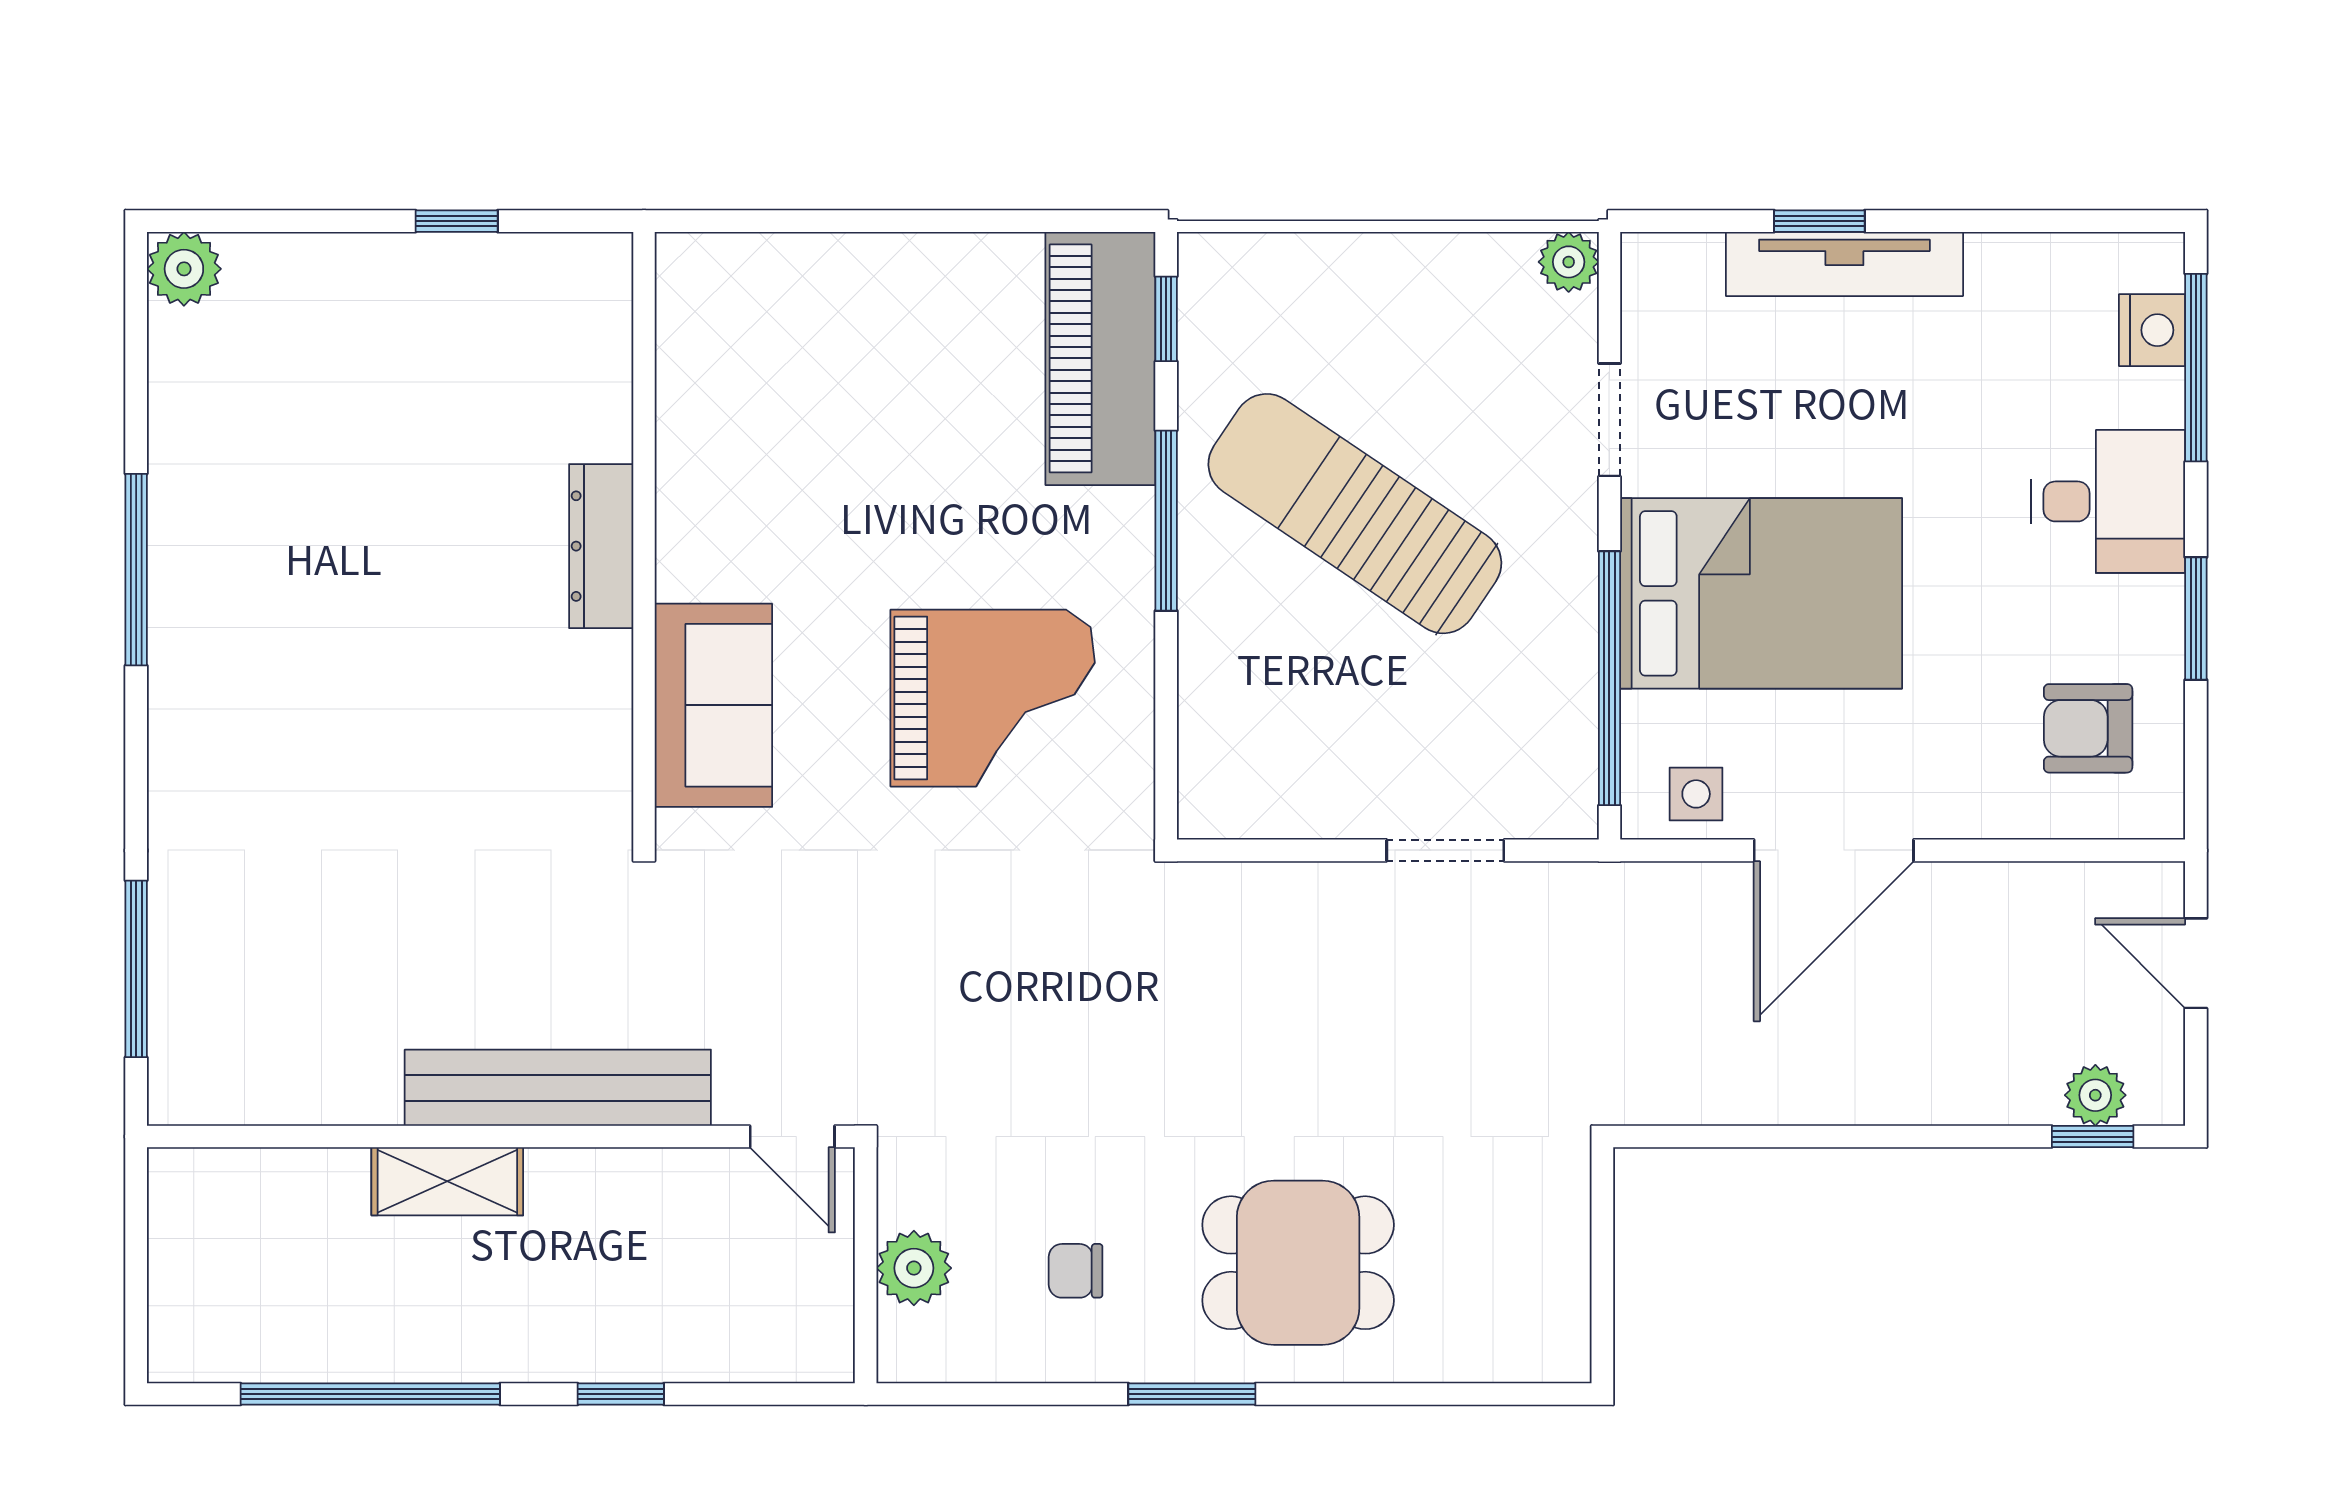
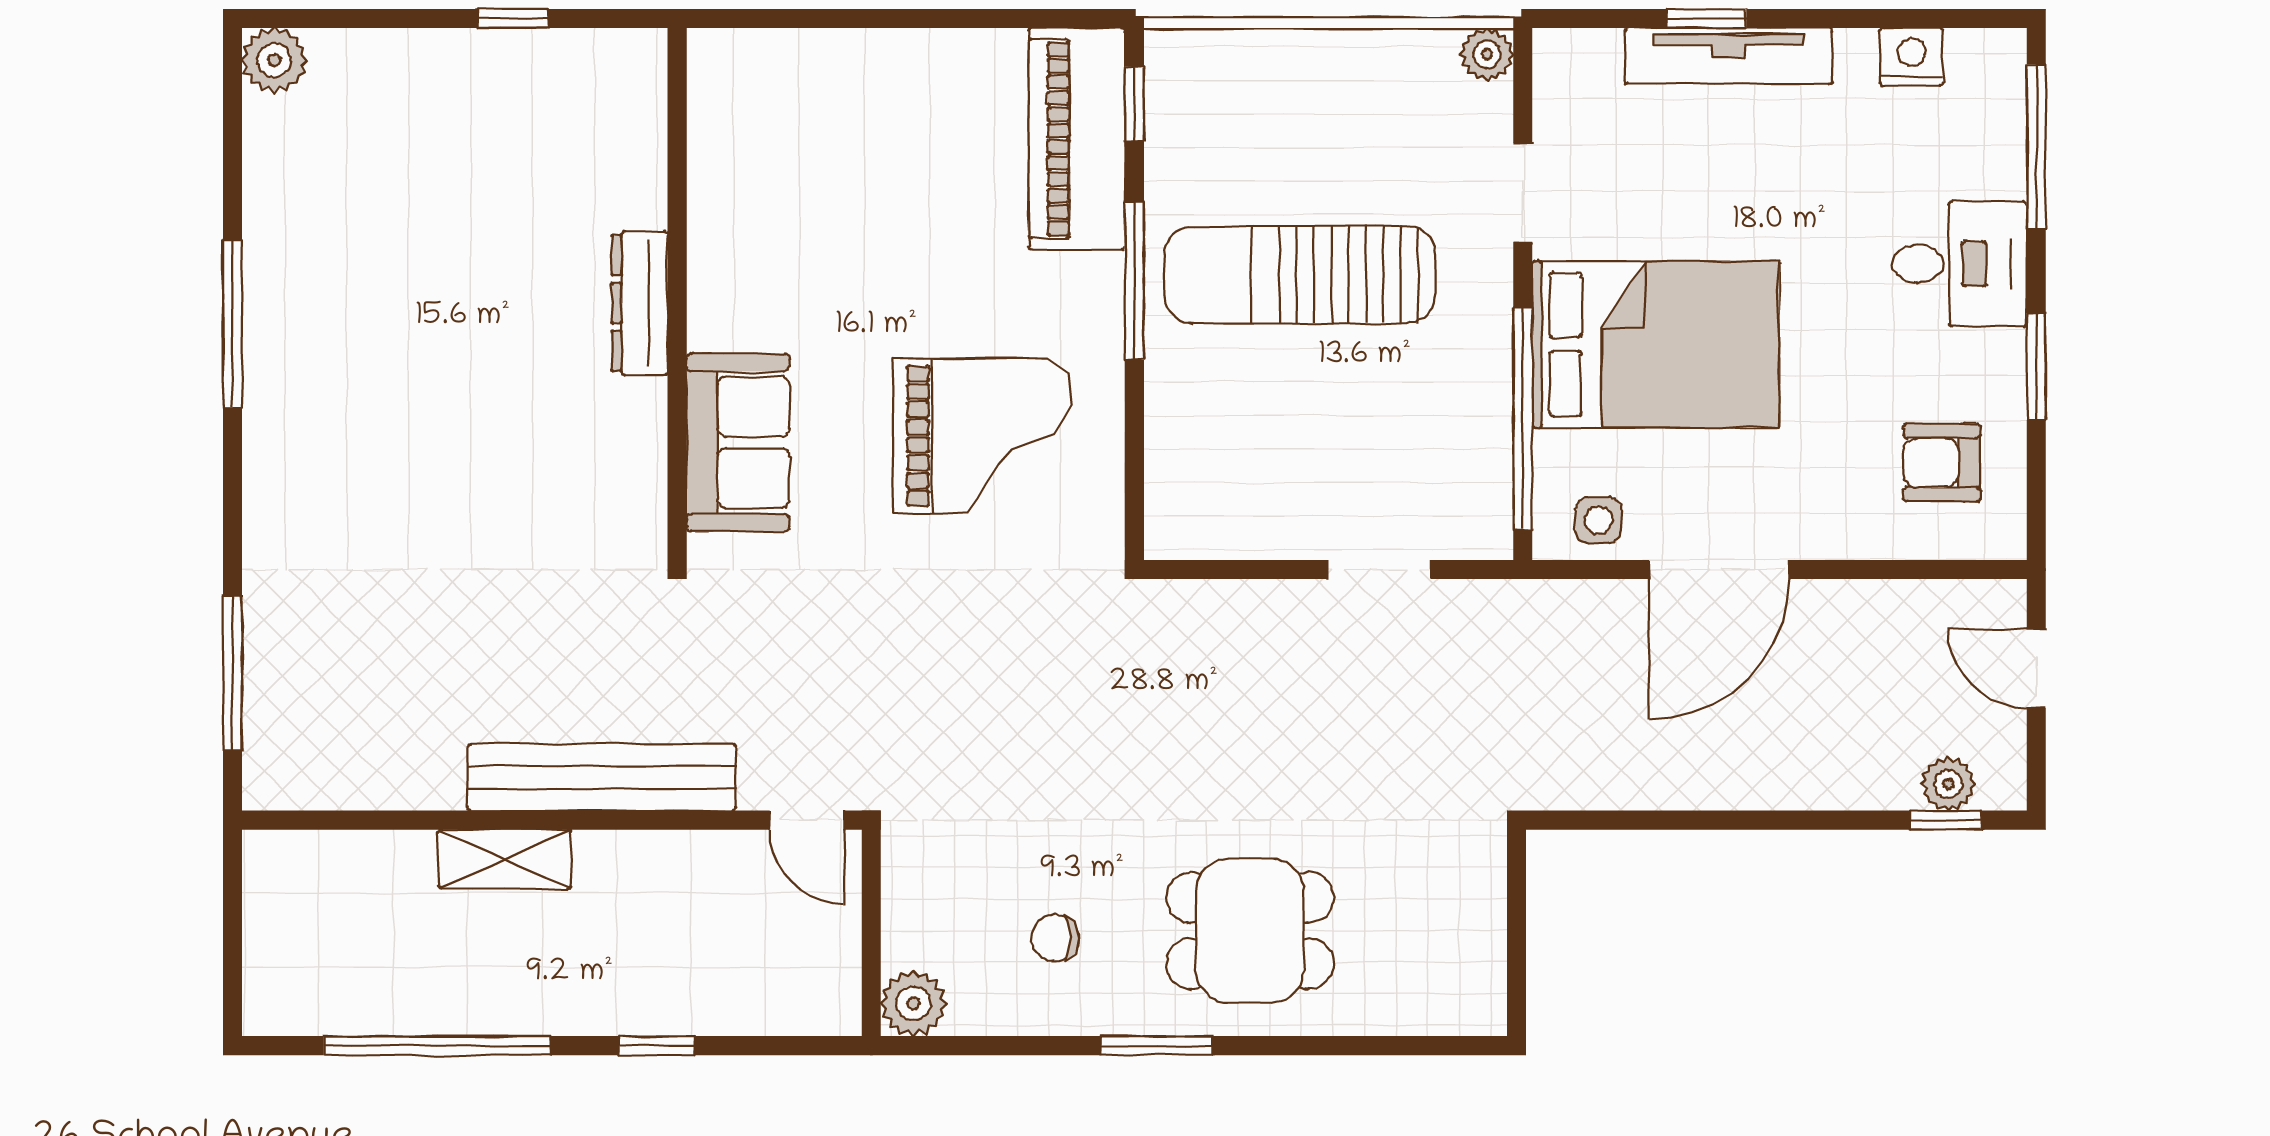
nightstand: (2152, 330) -> (1911, 57), moved, turned -90
sun lounger: (1355, 514) -> (1300, 275), turned -34
plant: (914, 1268) -> (913, 1003), moved

